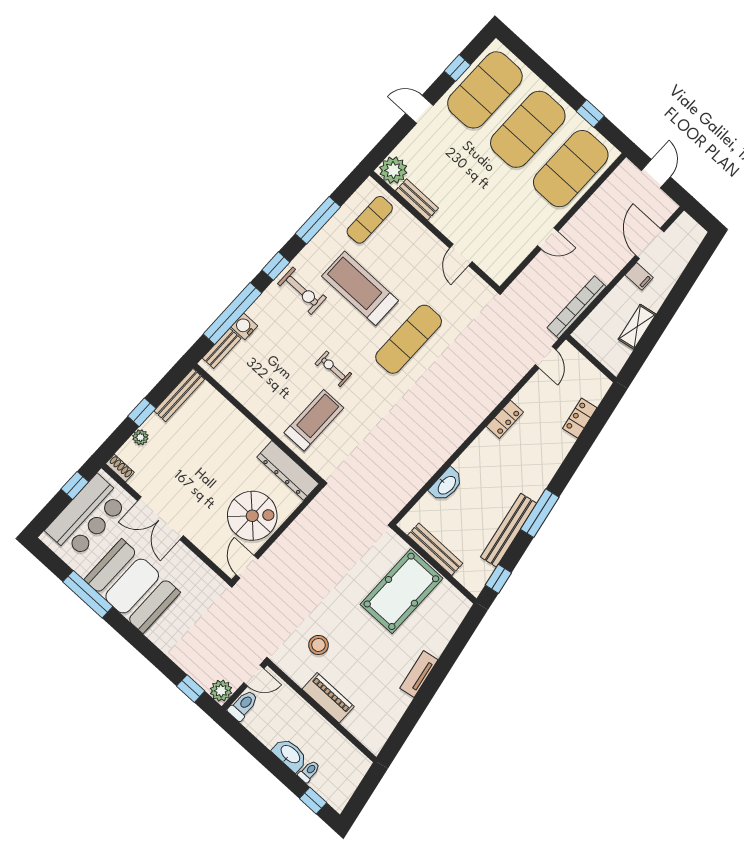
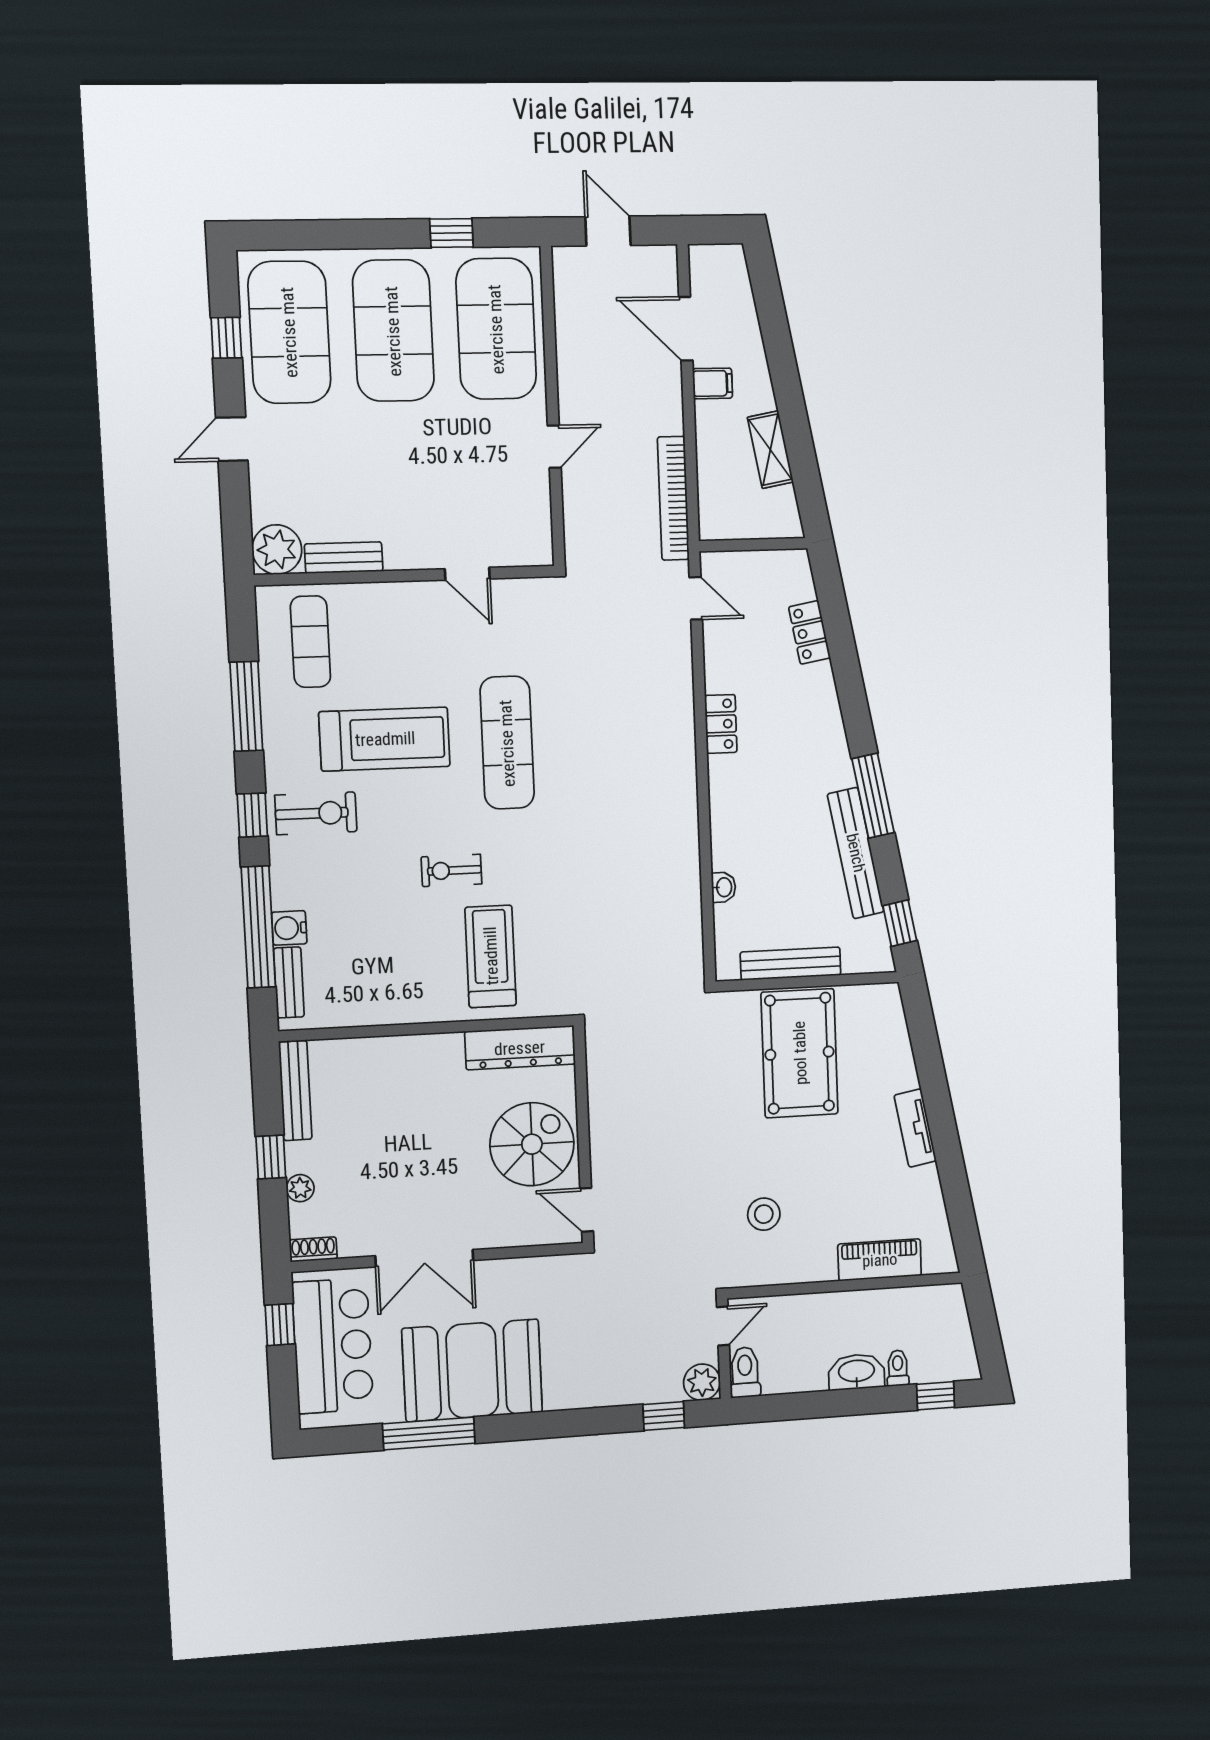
treadmill: (360, 288) -> (385, 739), turned 180
washbasin: (446, 485) -> (723, 887), width x0.52, depth x0.69
piano: (328, 698) -> (880, 1260), moved

